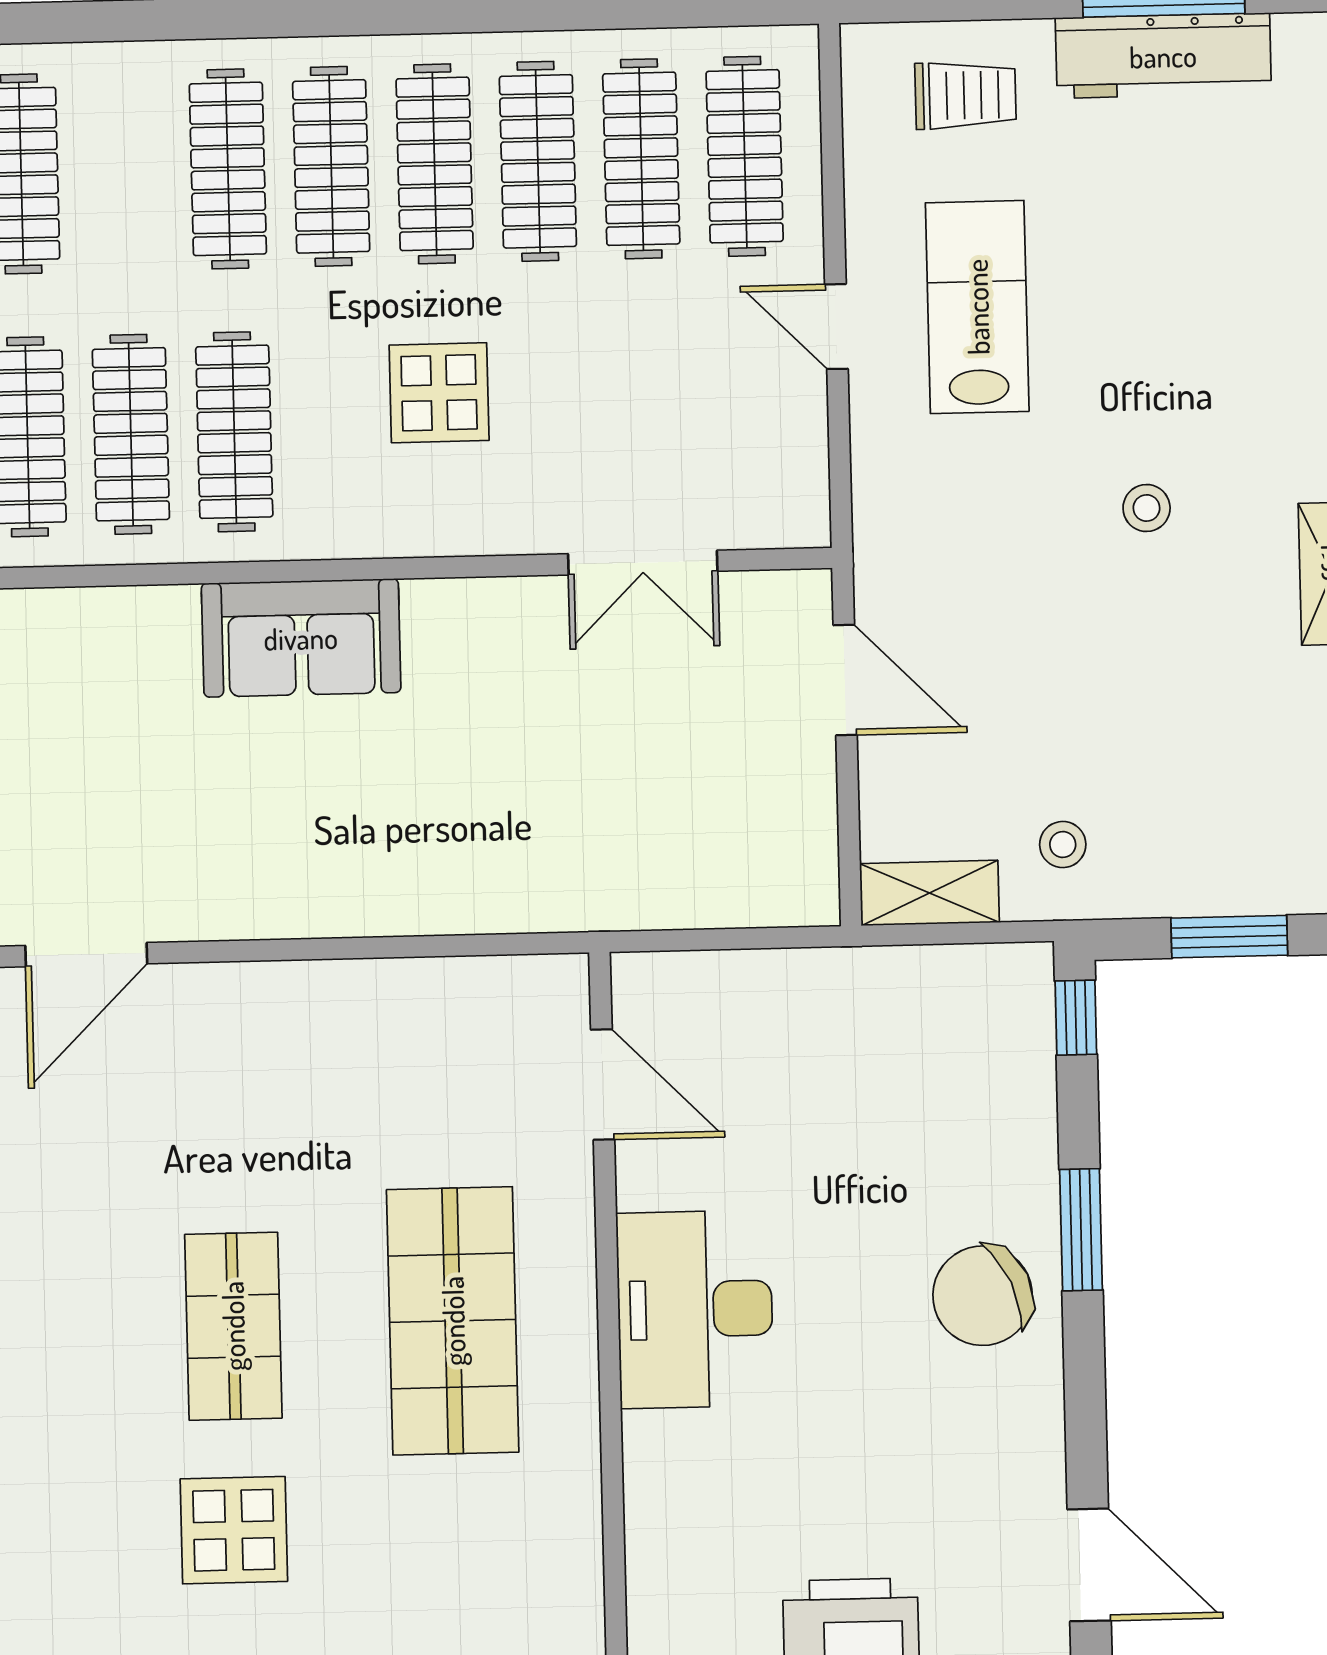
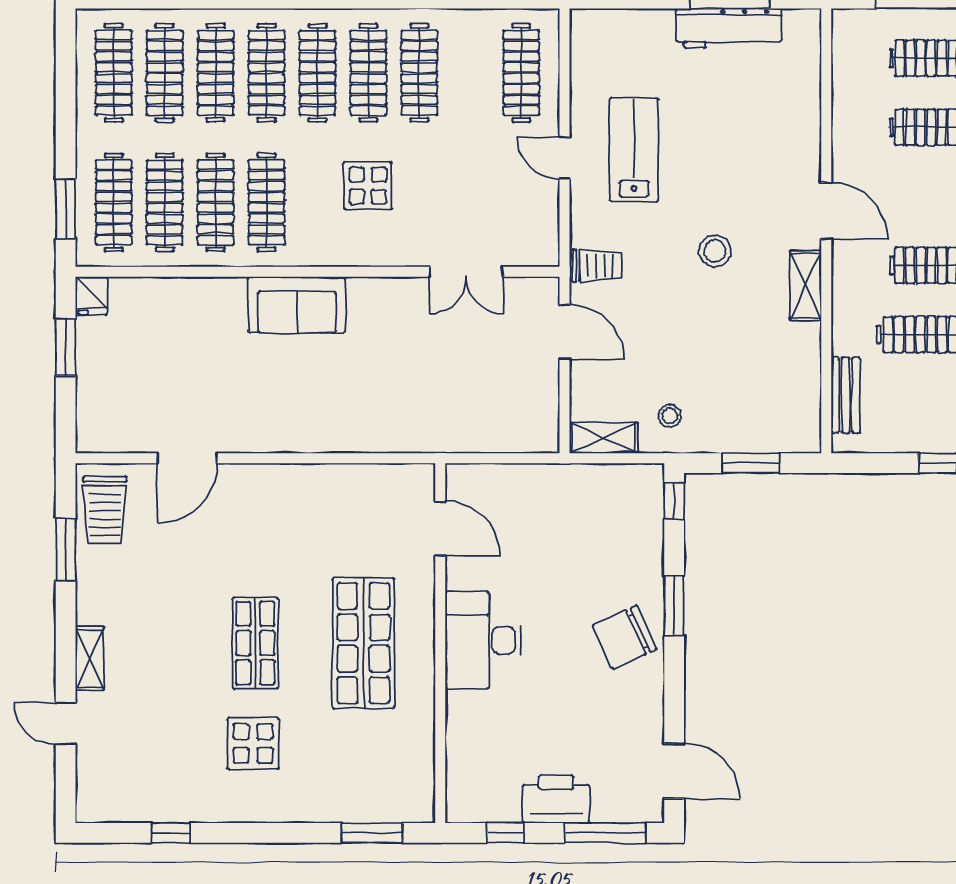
trolley: (966, 95) -> (597, 266), moved
clothes rail: (641, 159) -> (216, 73), moved
stool: (1147, 508) -> (715, 251), width x1.37, depth x1.37

